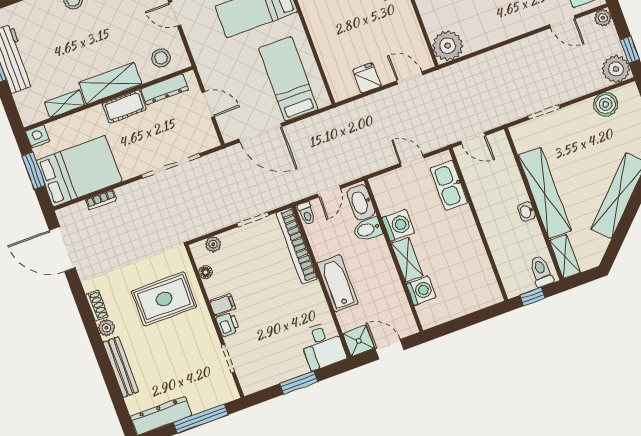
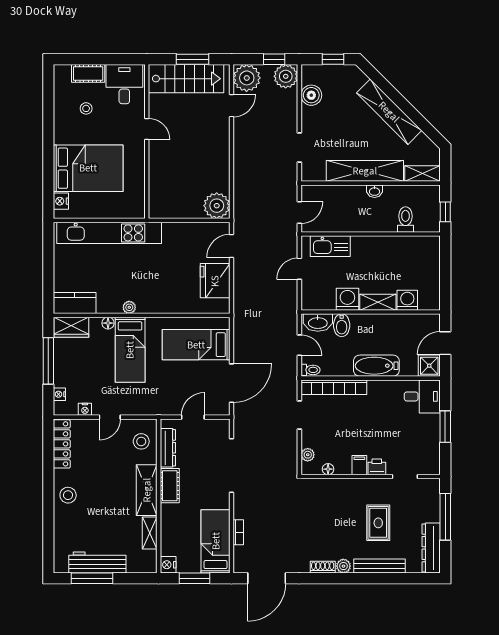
plant: (603, 18) -> (247, 78), width x1.87, depth x1.87
fridge: (367, 78) -> (215, 281), width x1.88, depth x1.34
bed: (79, 171) -> (216, 541), width x0.67
toilet: (541, 271) -> (406, 219), moved, turned 90
rug: (164, 299) -> (378, 523), moved, width x0.73, depth x0.70

